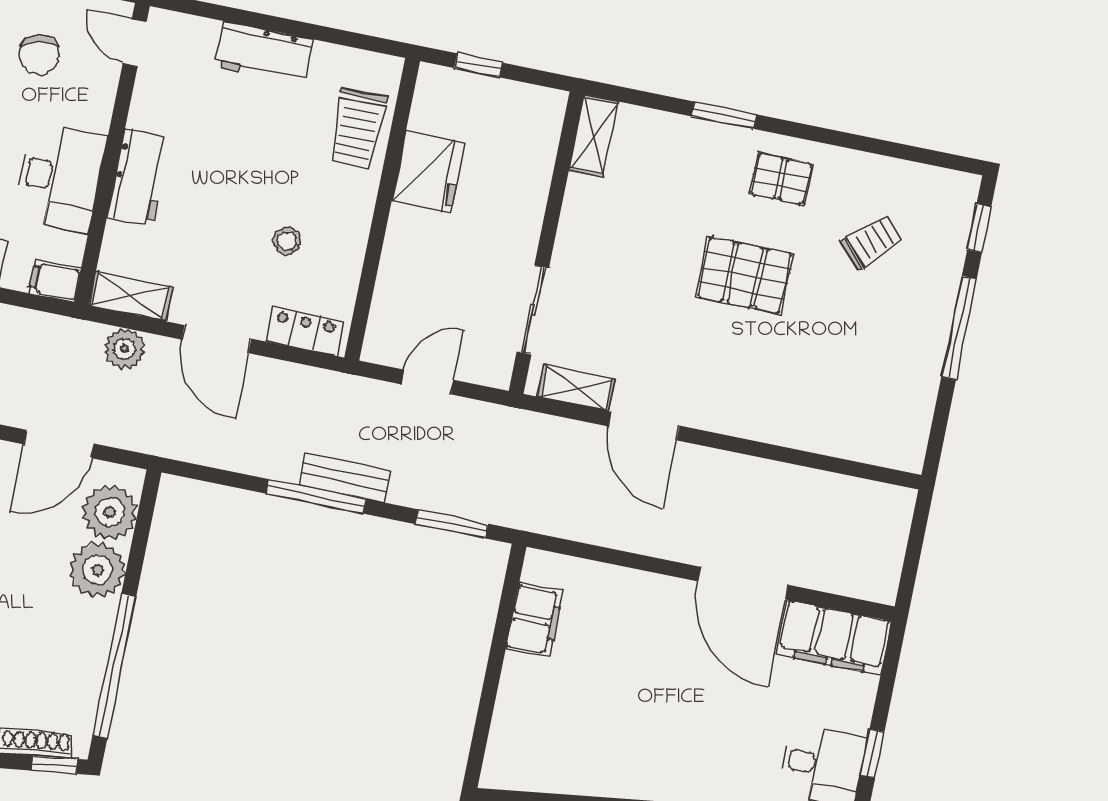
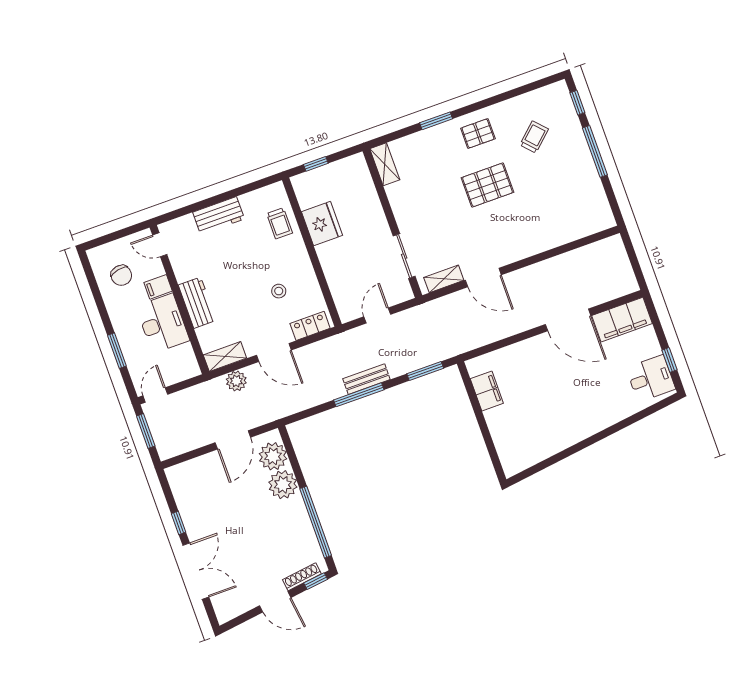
trolley: (357, 128) -> (280, 223), width x0.73, depth x0.72
filing cabinet: (55, 281) -> (158, 287), moved

